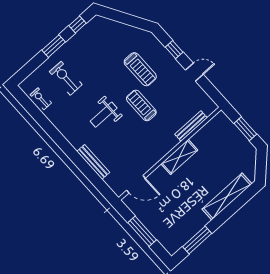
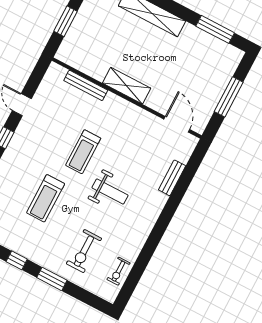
treadmill: (140, 69) -> (46, 198), moved, turned 180
bench: (93, 162) -> (172, 178), width x0.73

